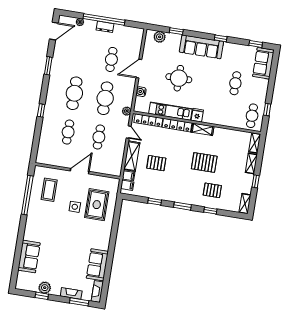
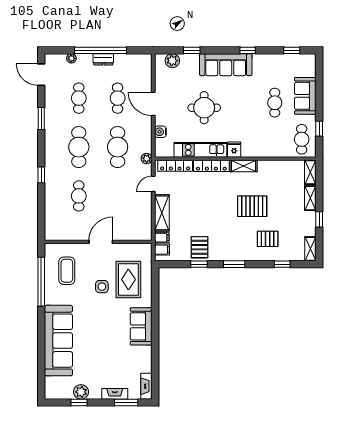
door: (54, 31) -> (41, 75), swing flipped
sofa: (263, 63) -> (305, 96), moved
door: (139, 69) -> (153, 104), hinge flipped
door: (129, 132) -> (153, 184), swing flipped
cafe table: (99, 137) -> (79, 98), moved
pallet: (156, 163) -> (200, 247), moved, turned 90
window: (210, 211) -> (282, 264), moved
sofa: (29, 257) -> (58, 341), width x1.85, depth x1.27
sofa: (97, 265) -> (141, 326), moved

